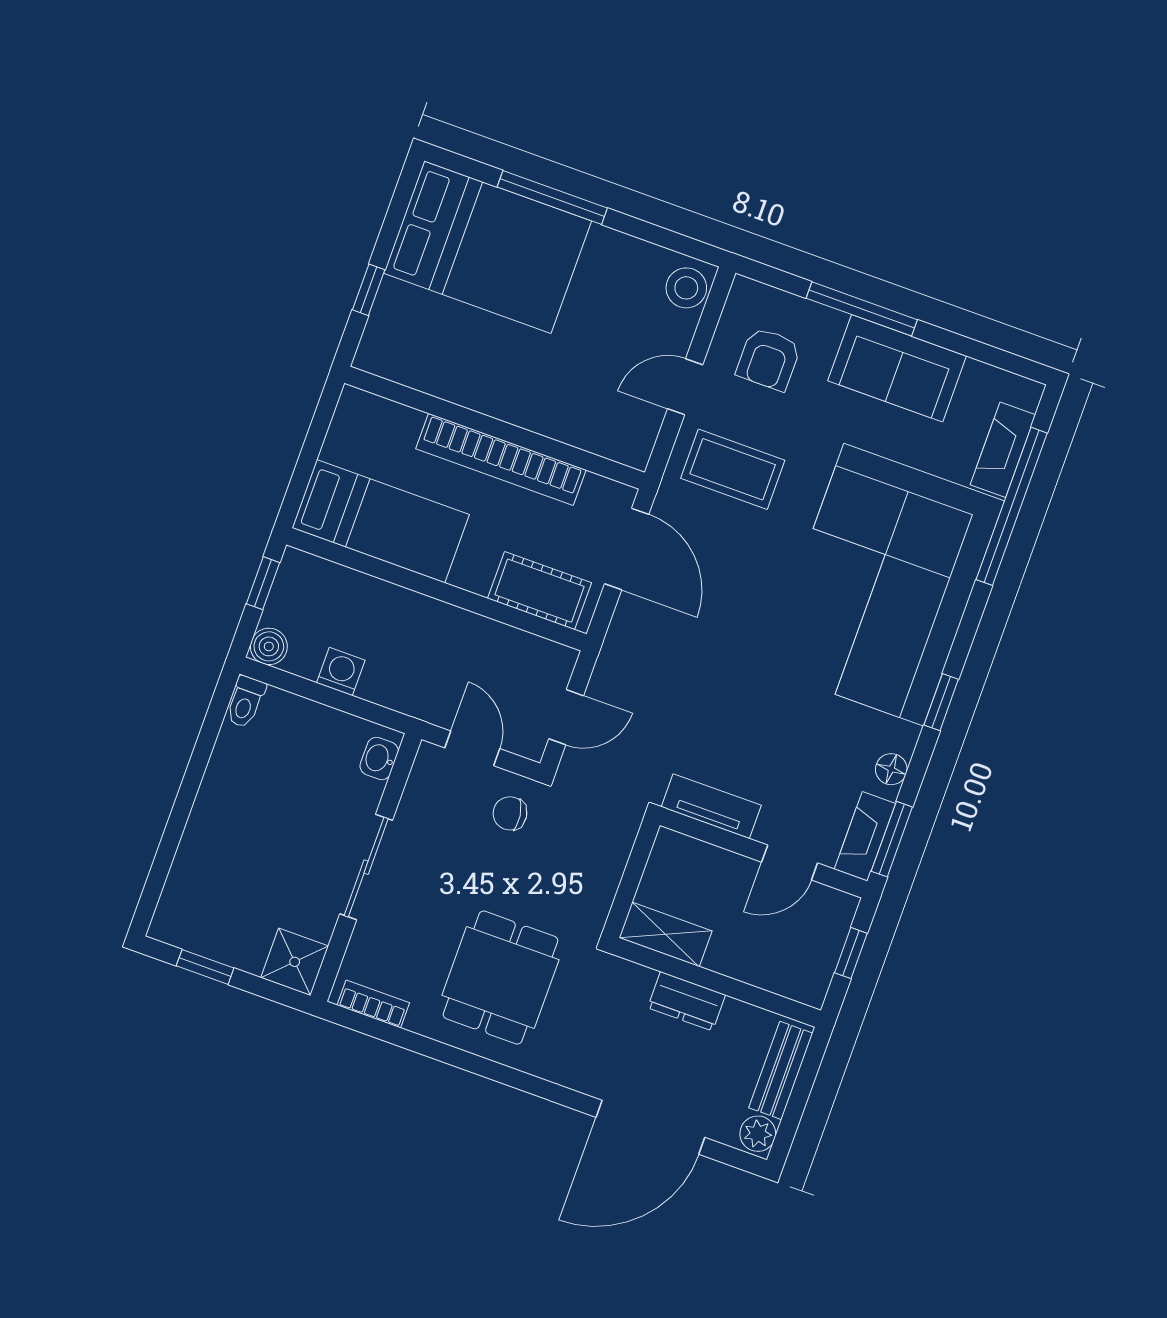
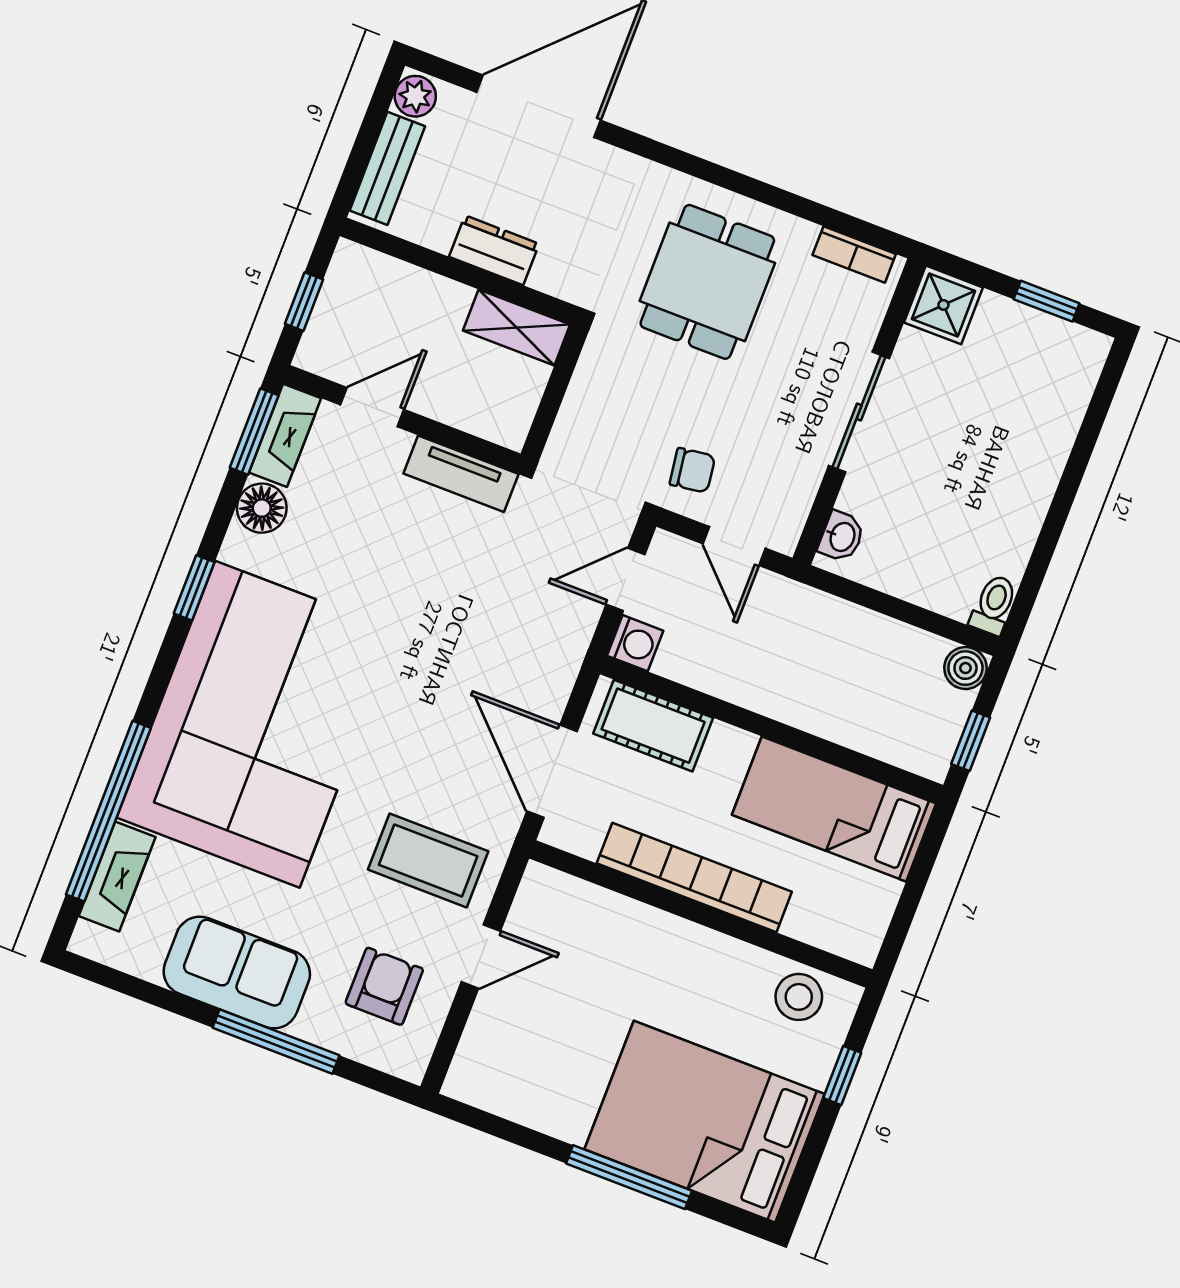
stool: (686, 288) -> (799, 997), moved
washing machine: (341, 672) -> (635, 643), moved, turned -90
floor lamp: (891, 769) -> (262, 508), width x1.37, depth x1.37

